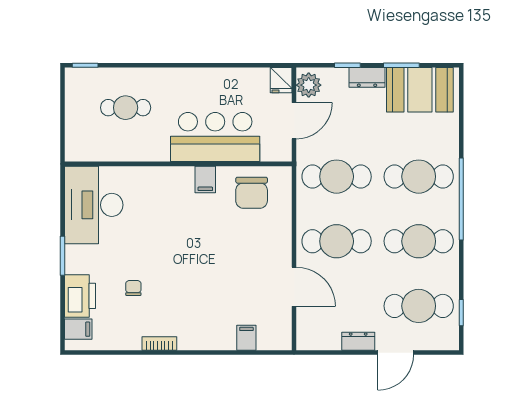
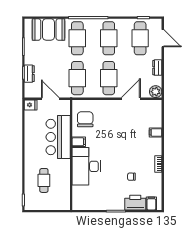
dresser: (367, 77) -> (29, 74), moved
plant: (309, 85) -> (156, 92), moved
booth: (420, 90) -> (48, 29), moved, turned 90
chair: (252, 193) -> (85, 119), turned -90
desk: (94, 205) -> (86, 166), moved, turned 90
filing cabinet: (246, 338) -> (156, 132), moved
door: (396, 353) -> (163, 38), moved

